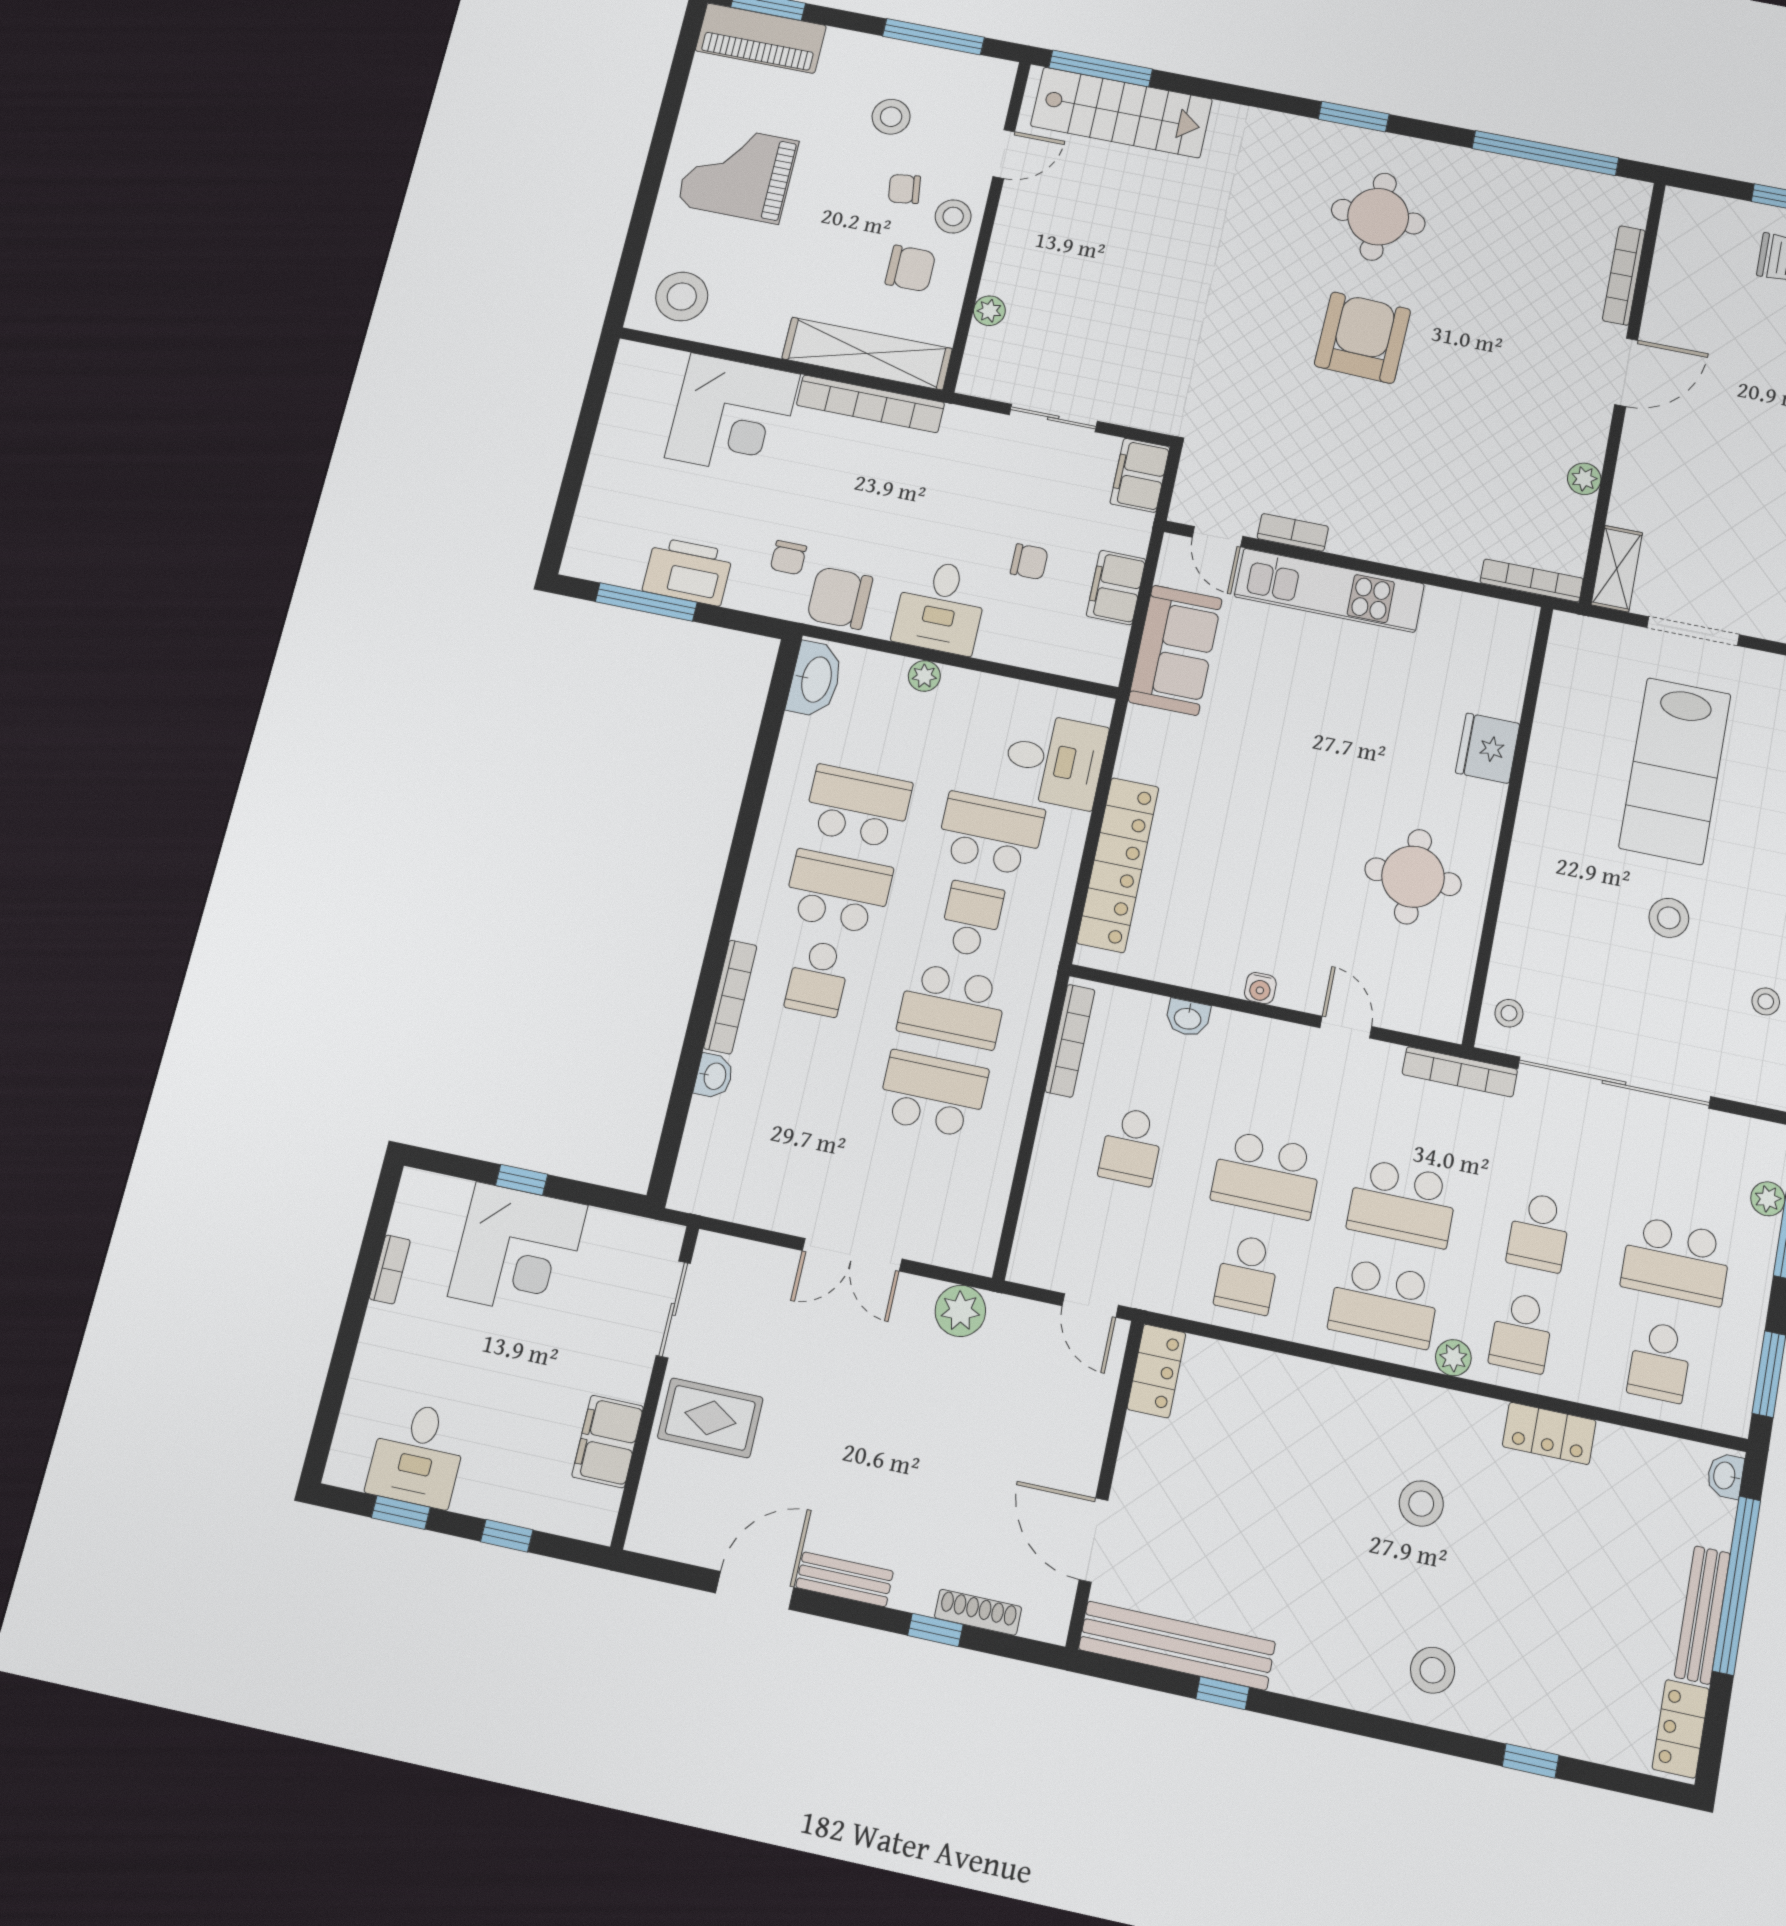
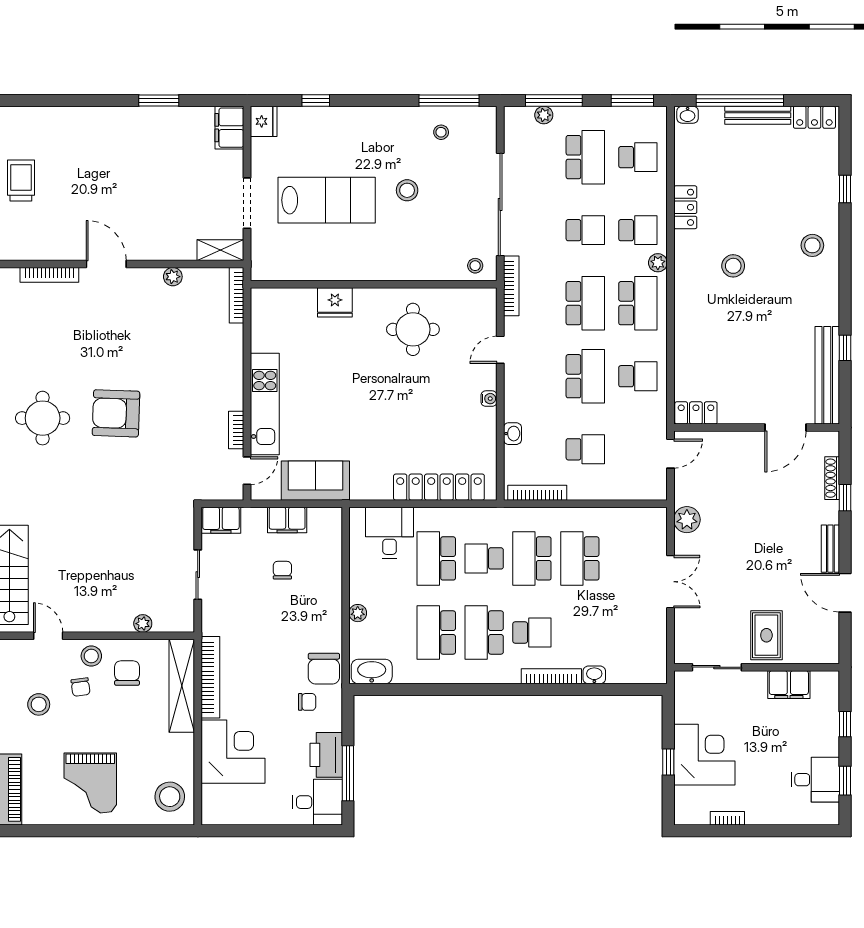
desk: (940, 607) -> (317, 802), moved
school desk: (952, 1006) -> (532, 558), turned 180

